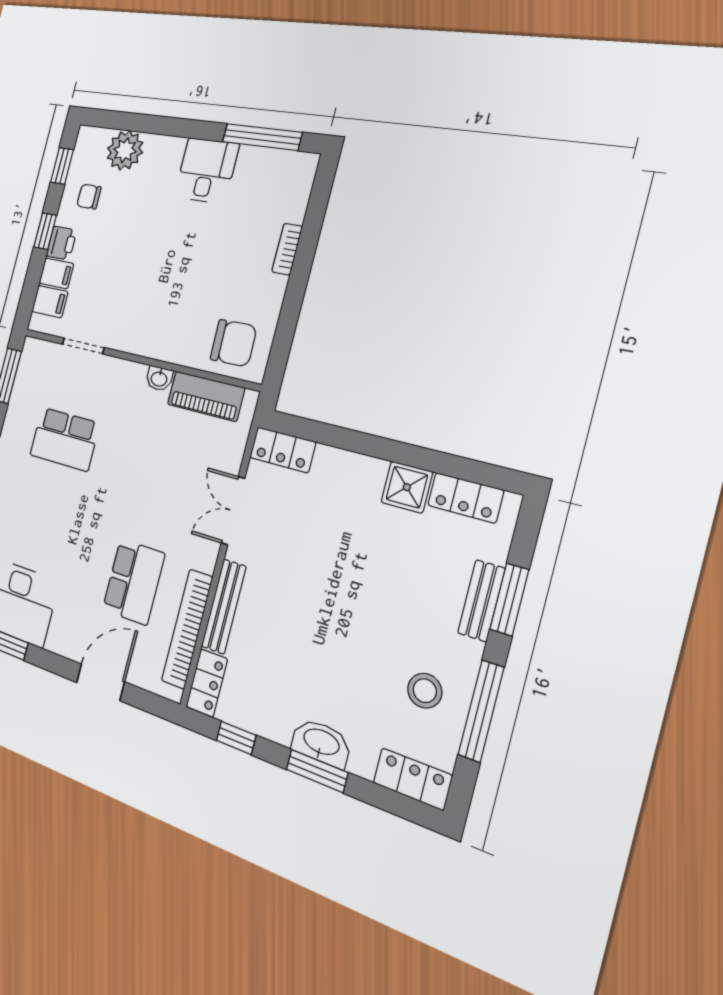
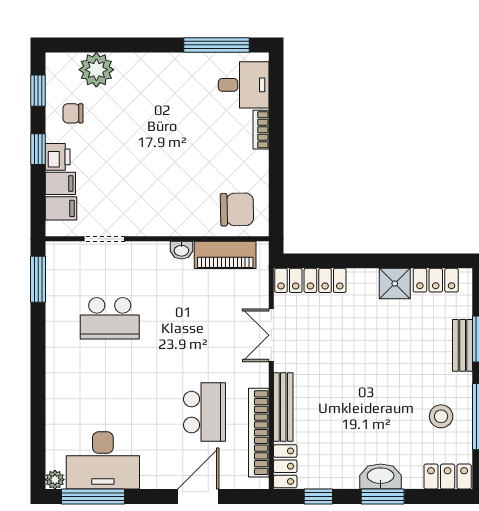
desk: (206, 171) -> (244, 85), moved, turned 90
locker: (283, 450) -> (310, 280), width x1.53

